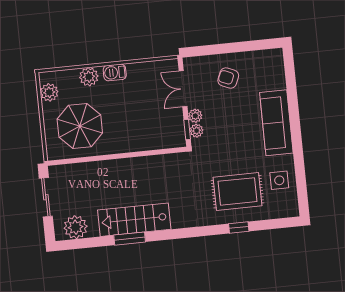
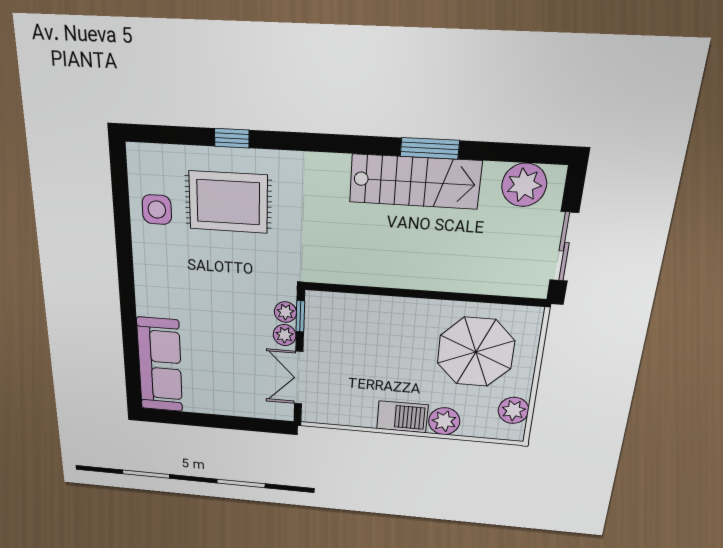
barbecue: (115, 72) -> (402, 417), width x1.38, depth x1.27
armchair: (228, 78) -> (227, 381), removed
double door: (183, 89) -> (299, 378), swing flipped
sofa: (276, 123) -> (160, 365), moved

